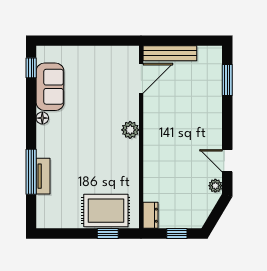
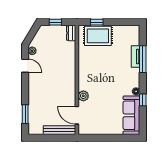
window: (31, 68) -> (143, 100), moved
door: (141, 78) -> (77, 115), hinge flipped
sofa: (50, 87) -> (131, 115), width x1.36
plant: (130, 130) -> (83, 96), moved

